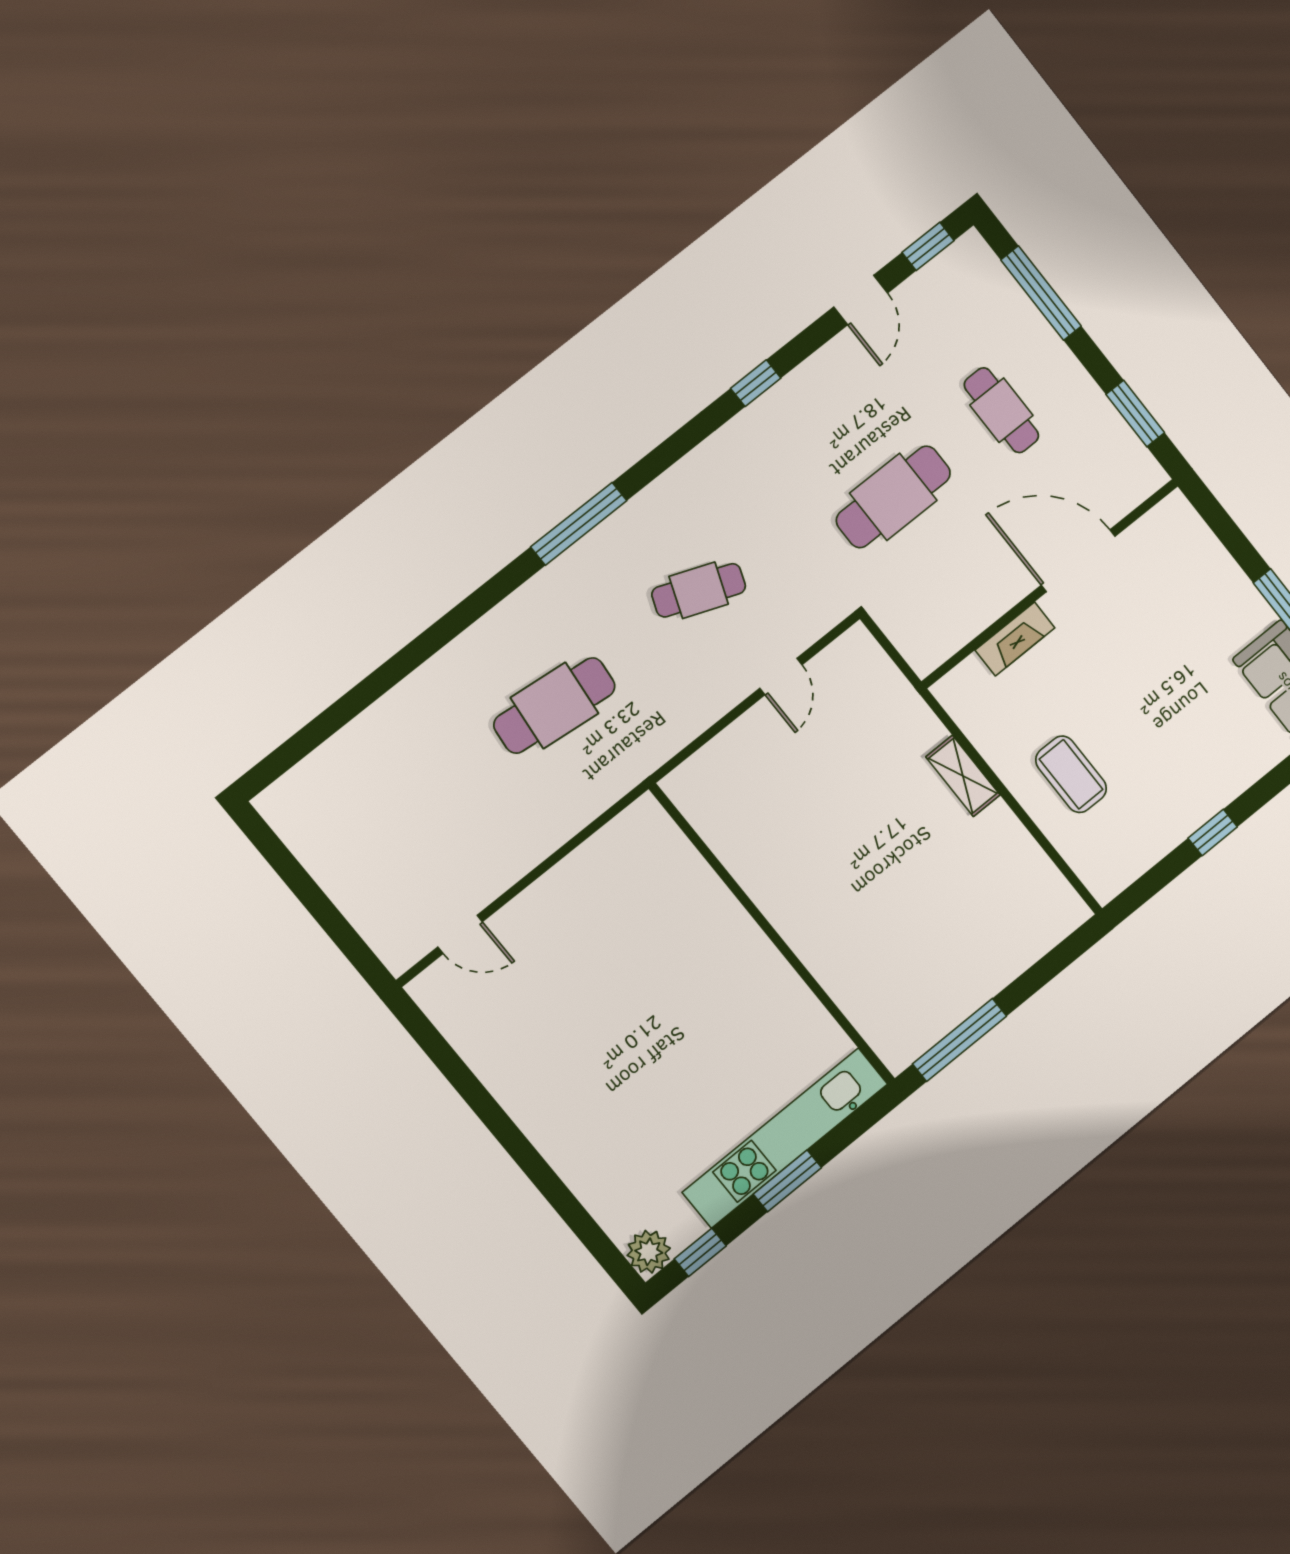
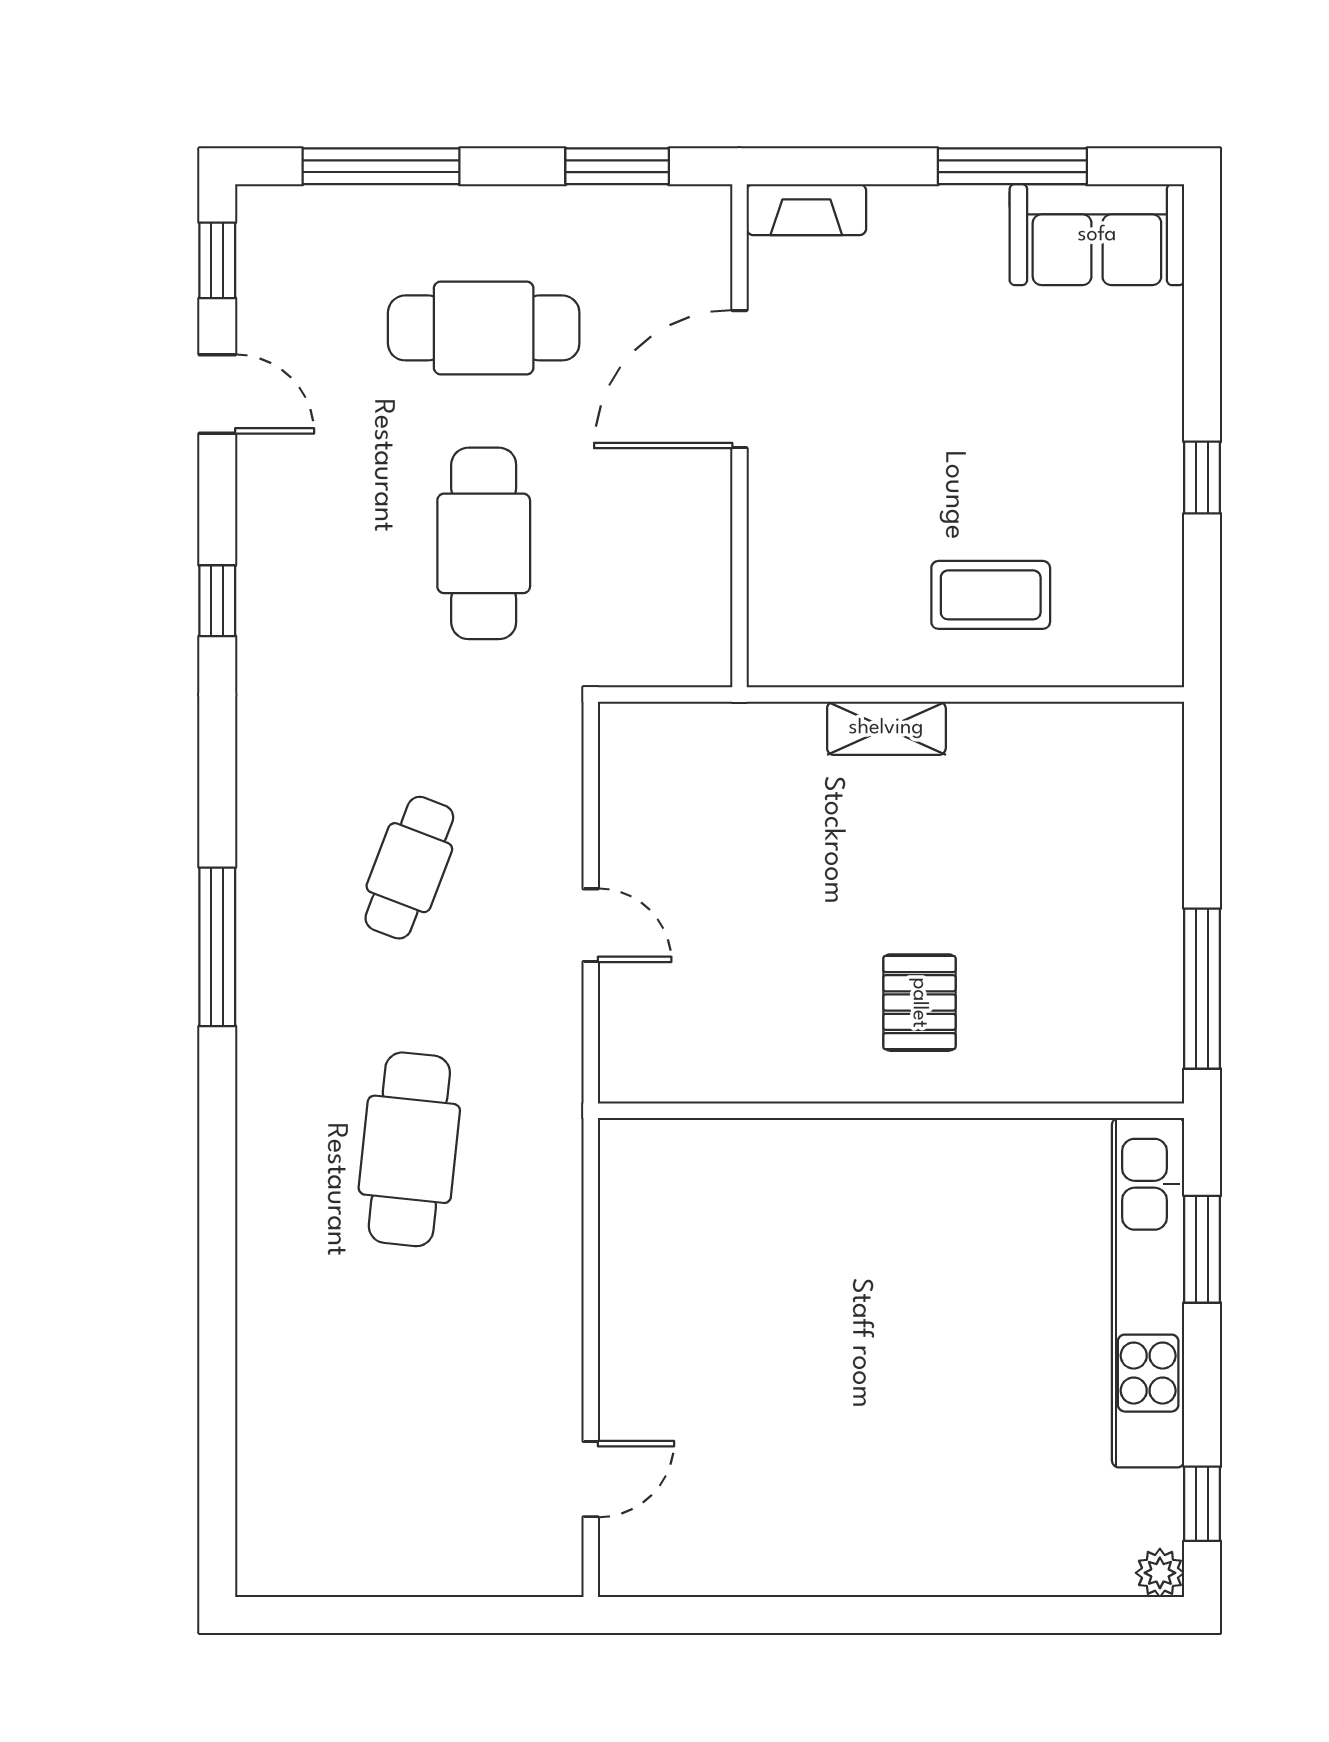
cafe table: (1001, 410) -> (484, 328), width x1.37, depth x1.35
fireplace: (1015, 639) -> (806, 210), moved, turned 90
door: (781, 677) -> (591, 925), moved
pallet: (839, 904) -> (919, 1003), added
window: (787, 1181) -> (1202, 1249), moved
plant: (649, 1252) -> (1160, 1573), width x0.73, depth x0.73

